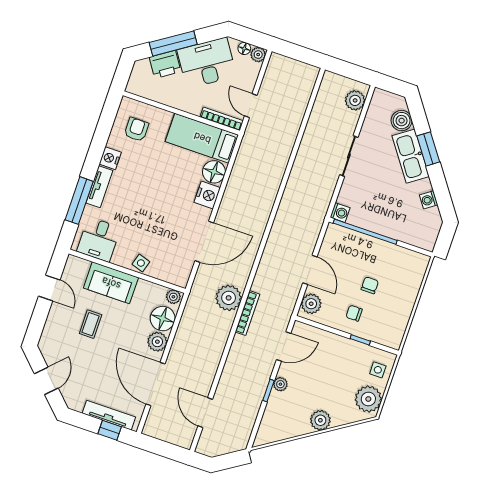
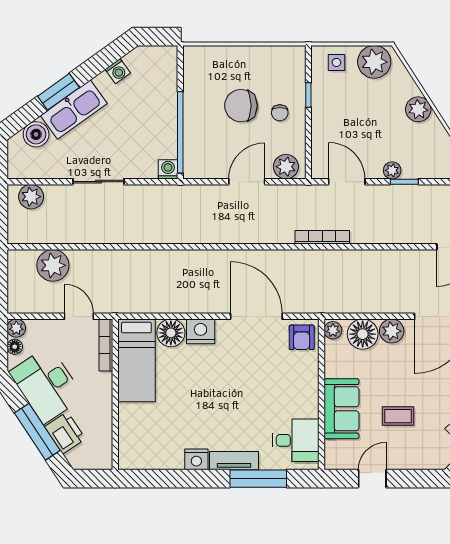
door: (251, 106) -> (79, 316), swing flipped
armchair: (136, 129) -> (302, 337), moved, turned -90
side table: (141, 263) -> (306, 382), removed
chair: (370, 285) -> (241, 106), width x1.87, depth x1.87
plant: (229, 298) -> (53, 265), moved

